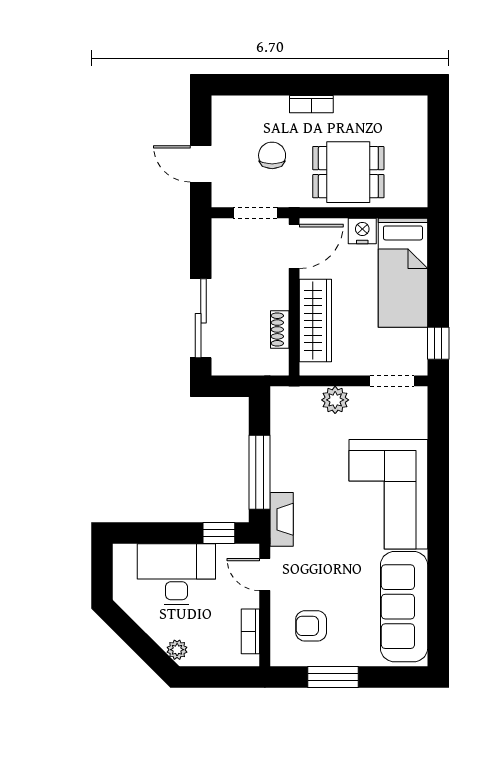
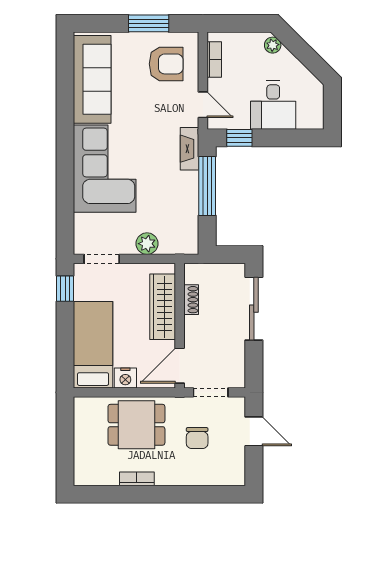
bookcase: (311, 104) -> (137, 479), moved
desk: (176, 574) -> (273, 105), width x0.73
armchair: (311, 626) -> (166, 64), width x1.38, depth x1.38

